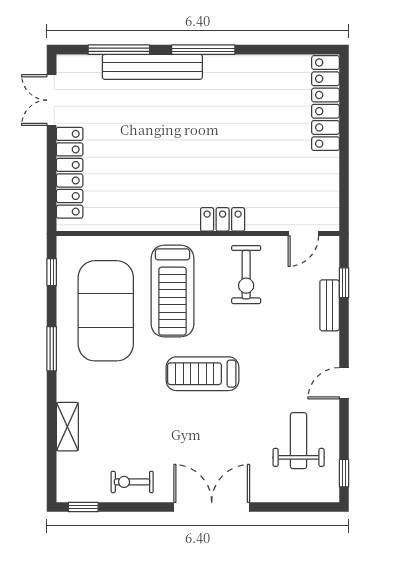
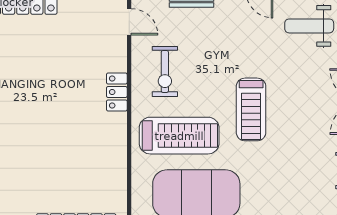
exercise bike: (246, 275) -> (165, 71), turned 90

